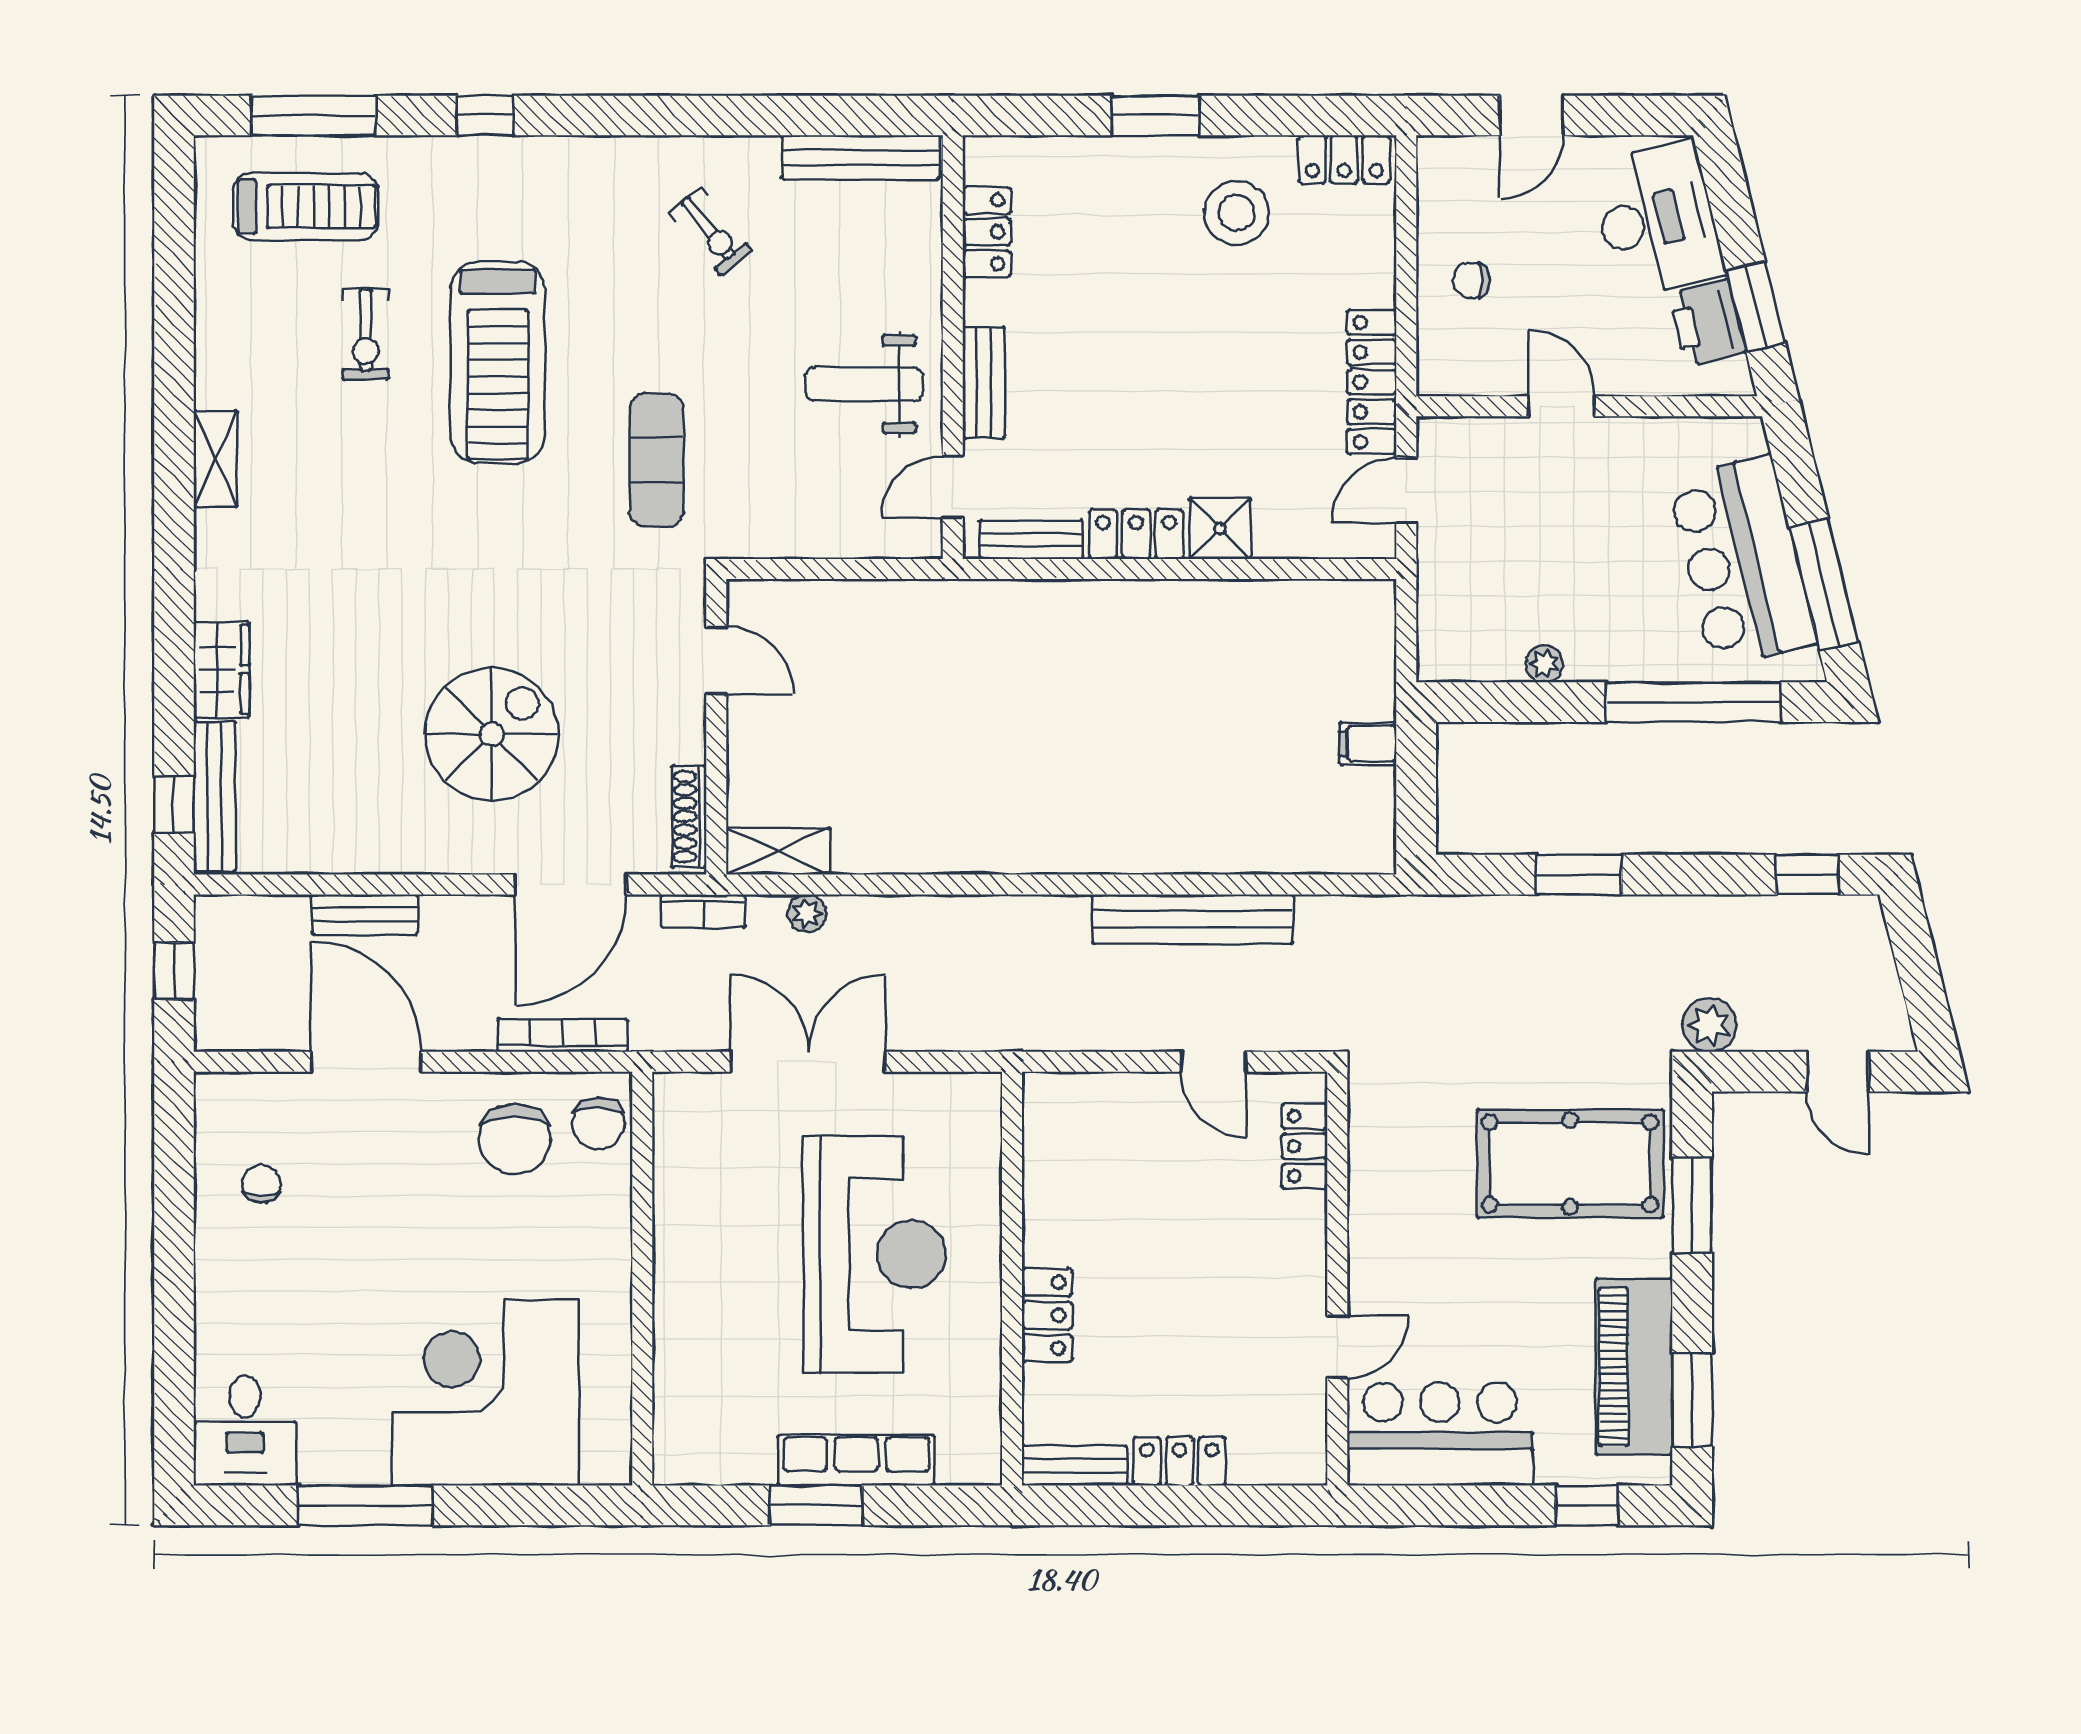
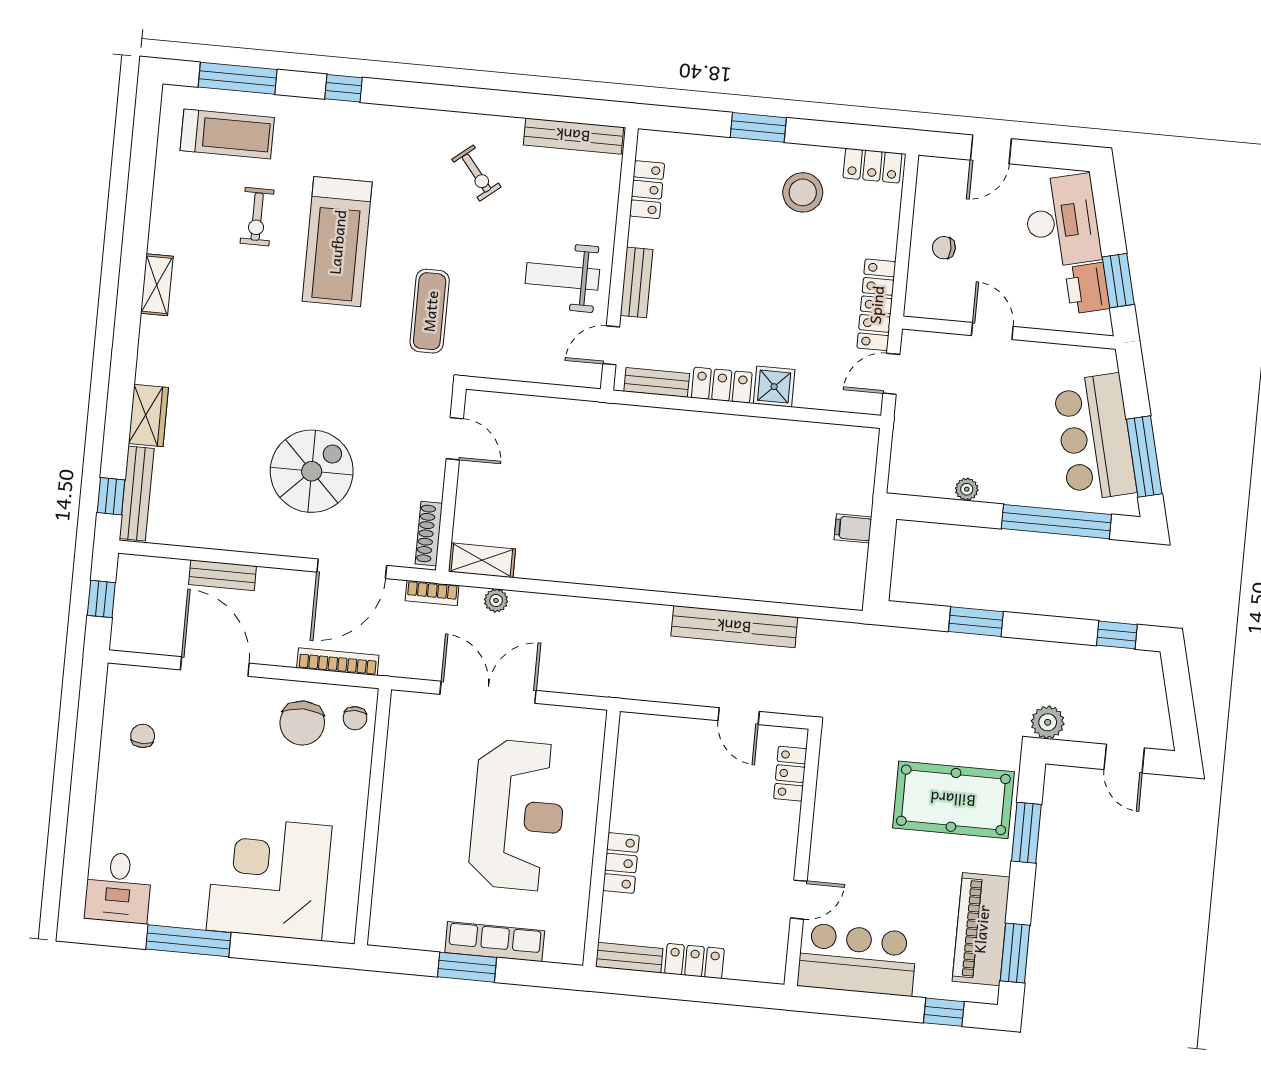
chair: (599, 1123) -> (355, 718), width x0.73, depth x0.73

